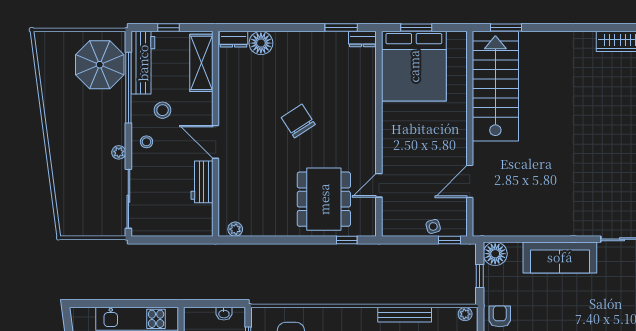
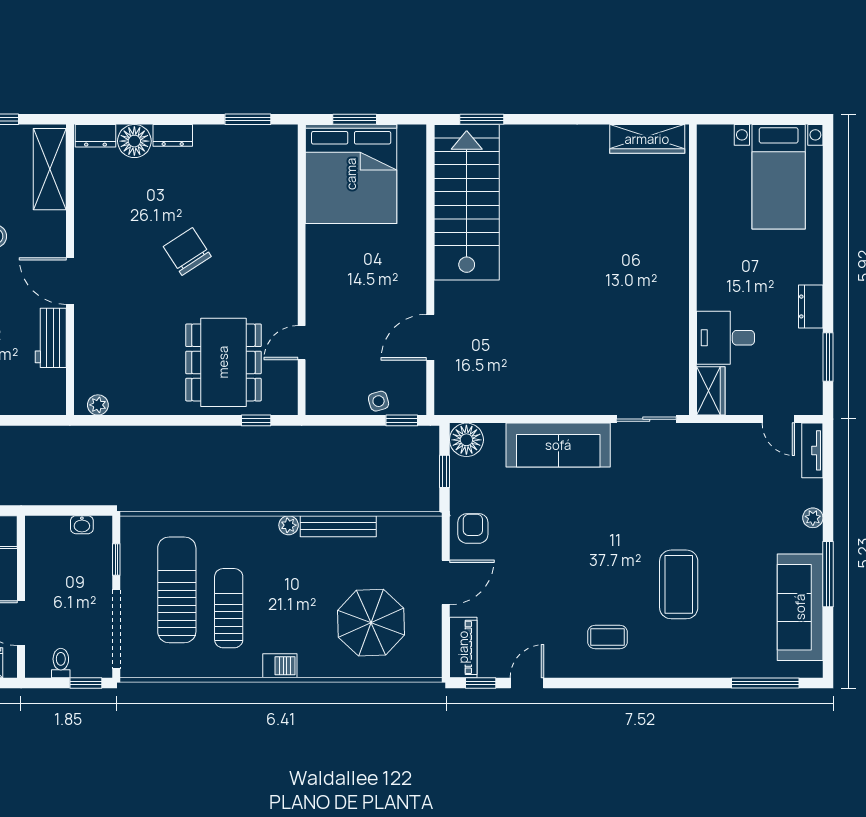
dresser: (362, 39) -> (173, 135), moved
plant: (465, 314) -> (289, 525), moved

